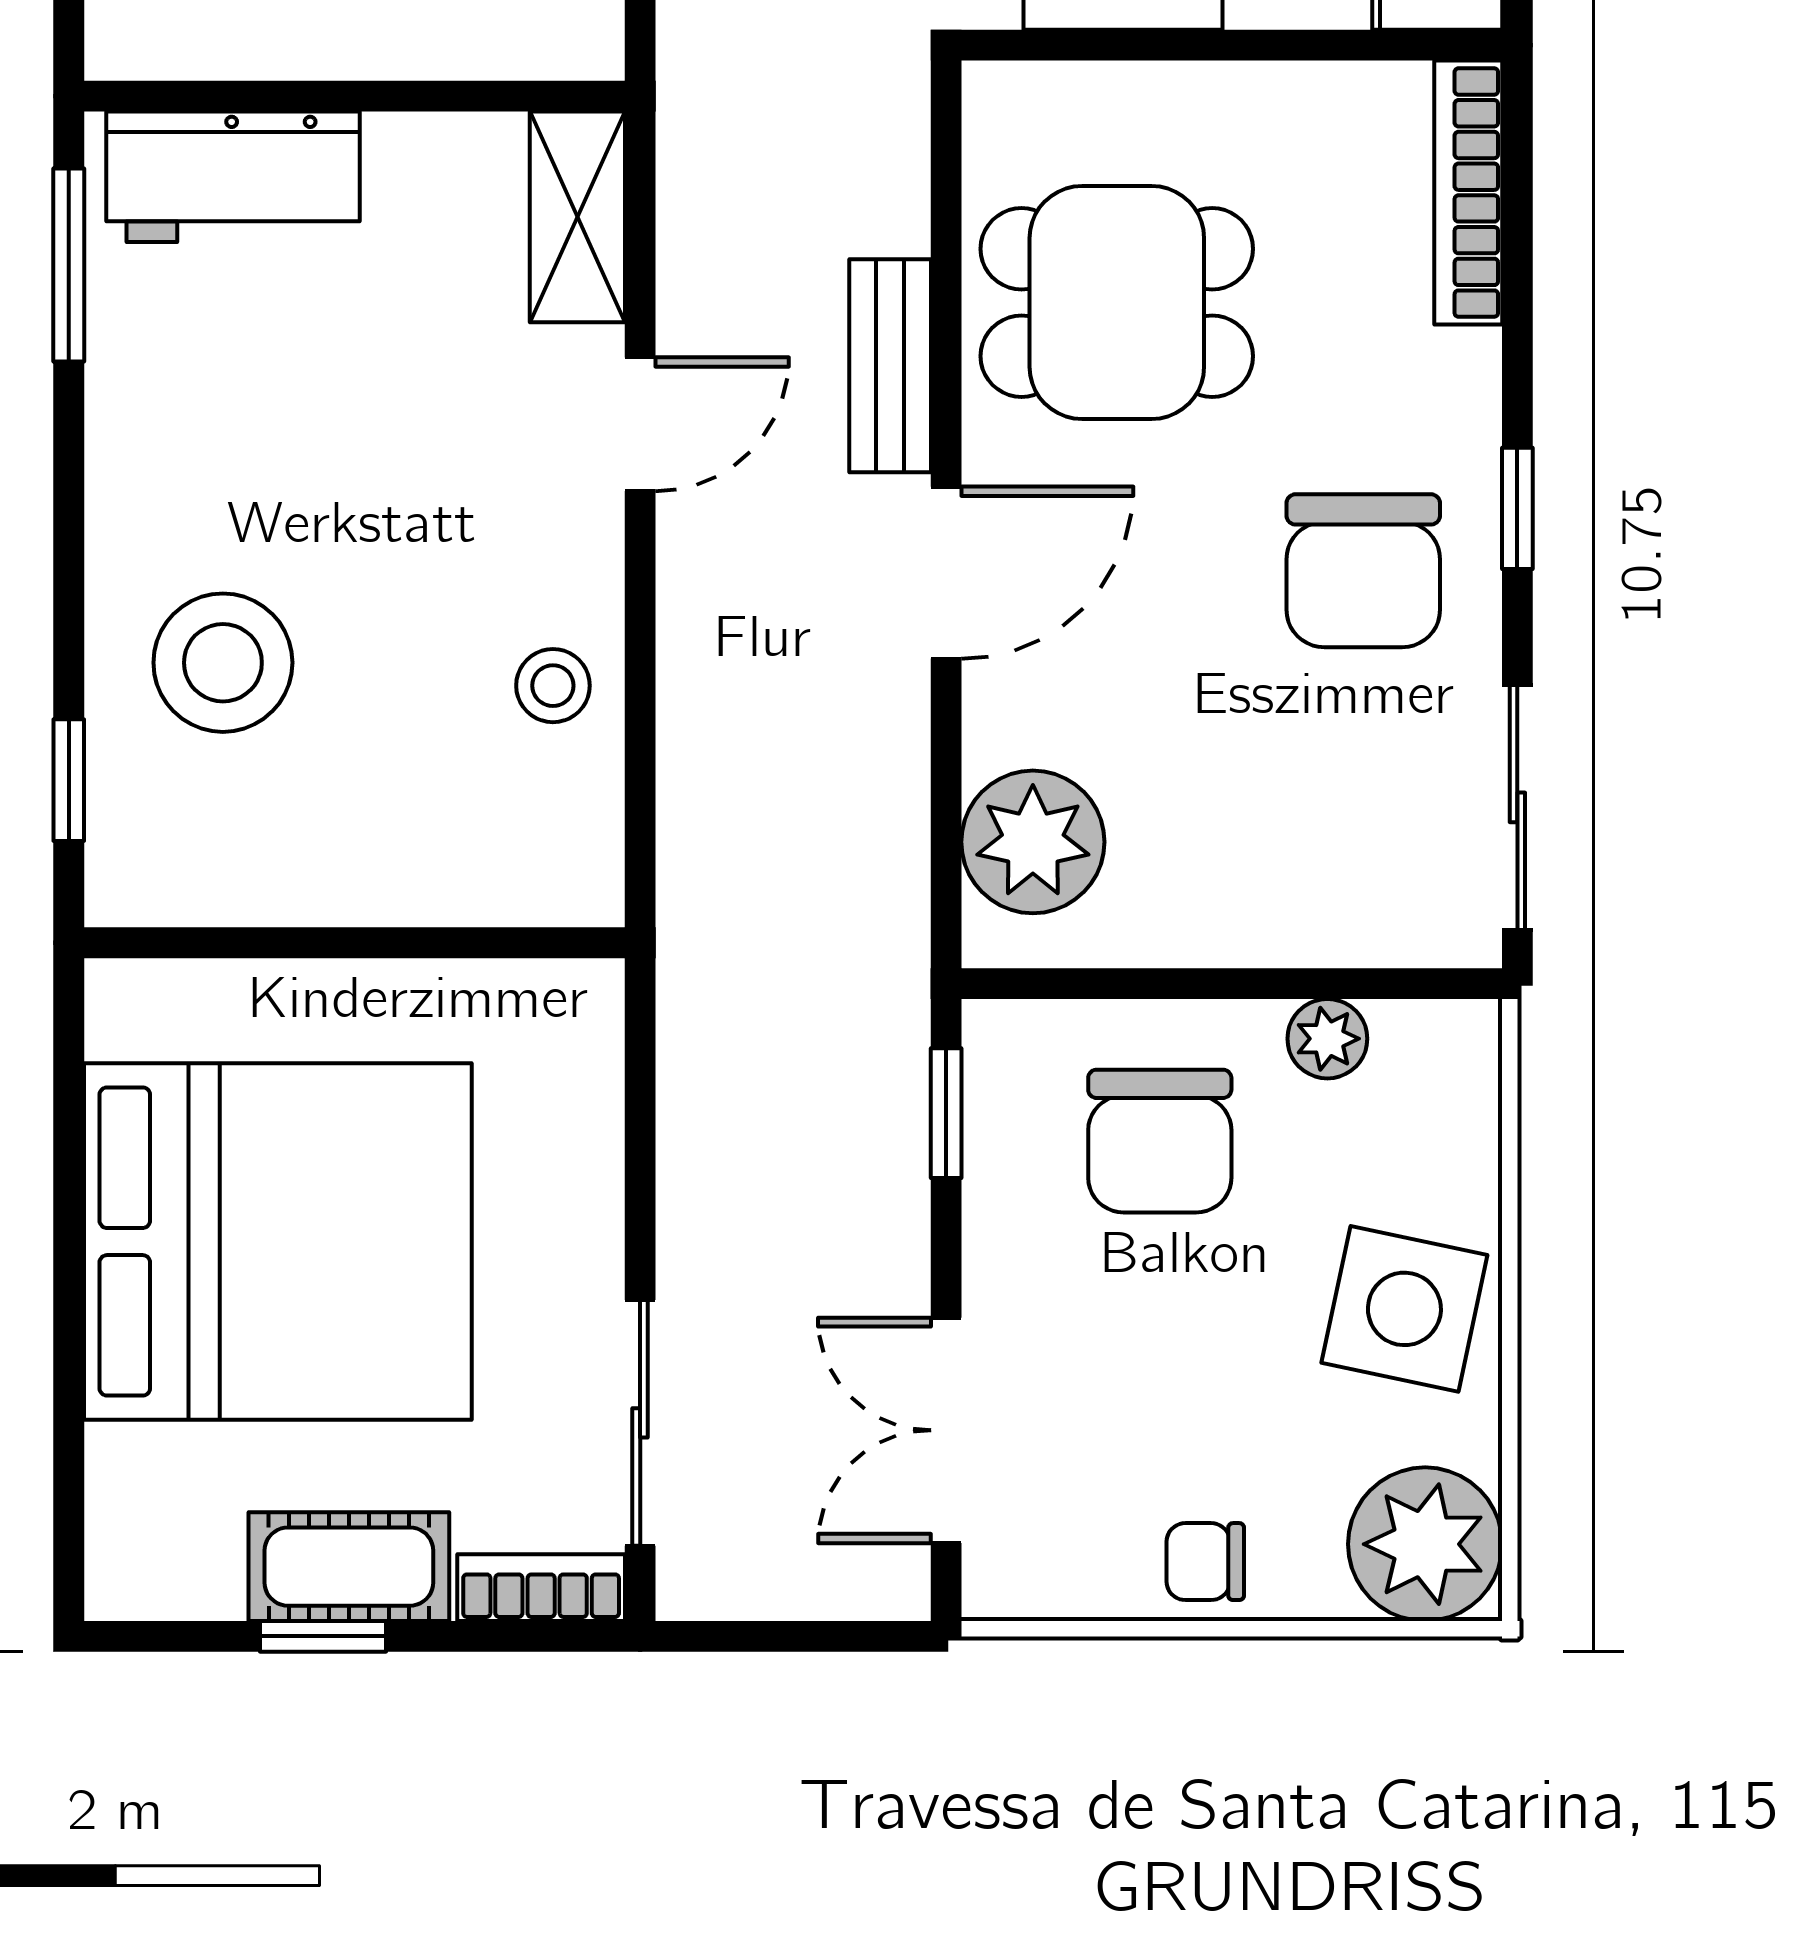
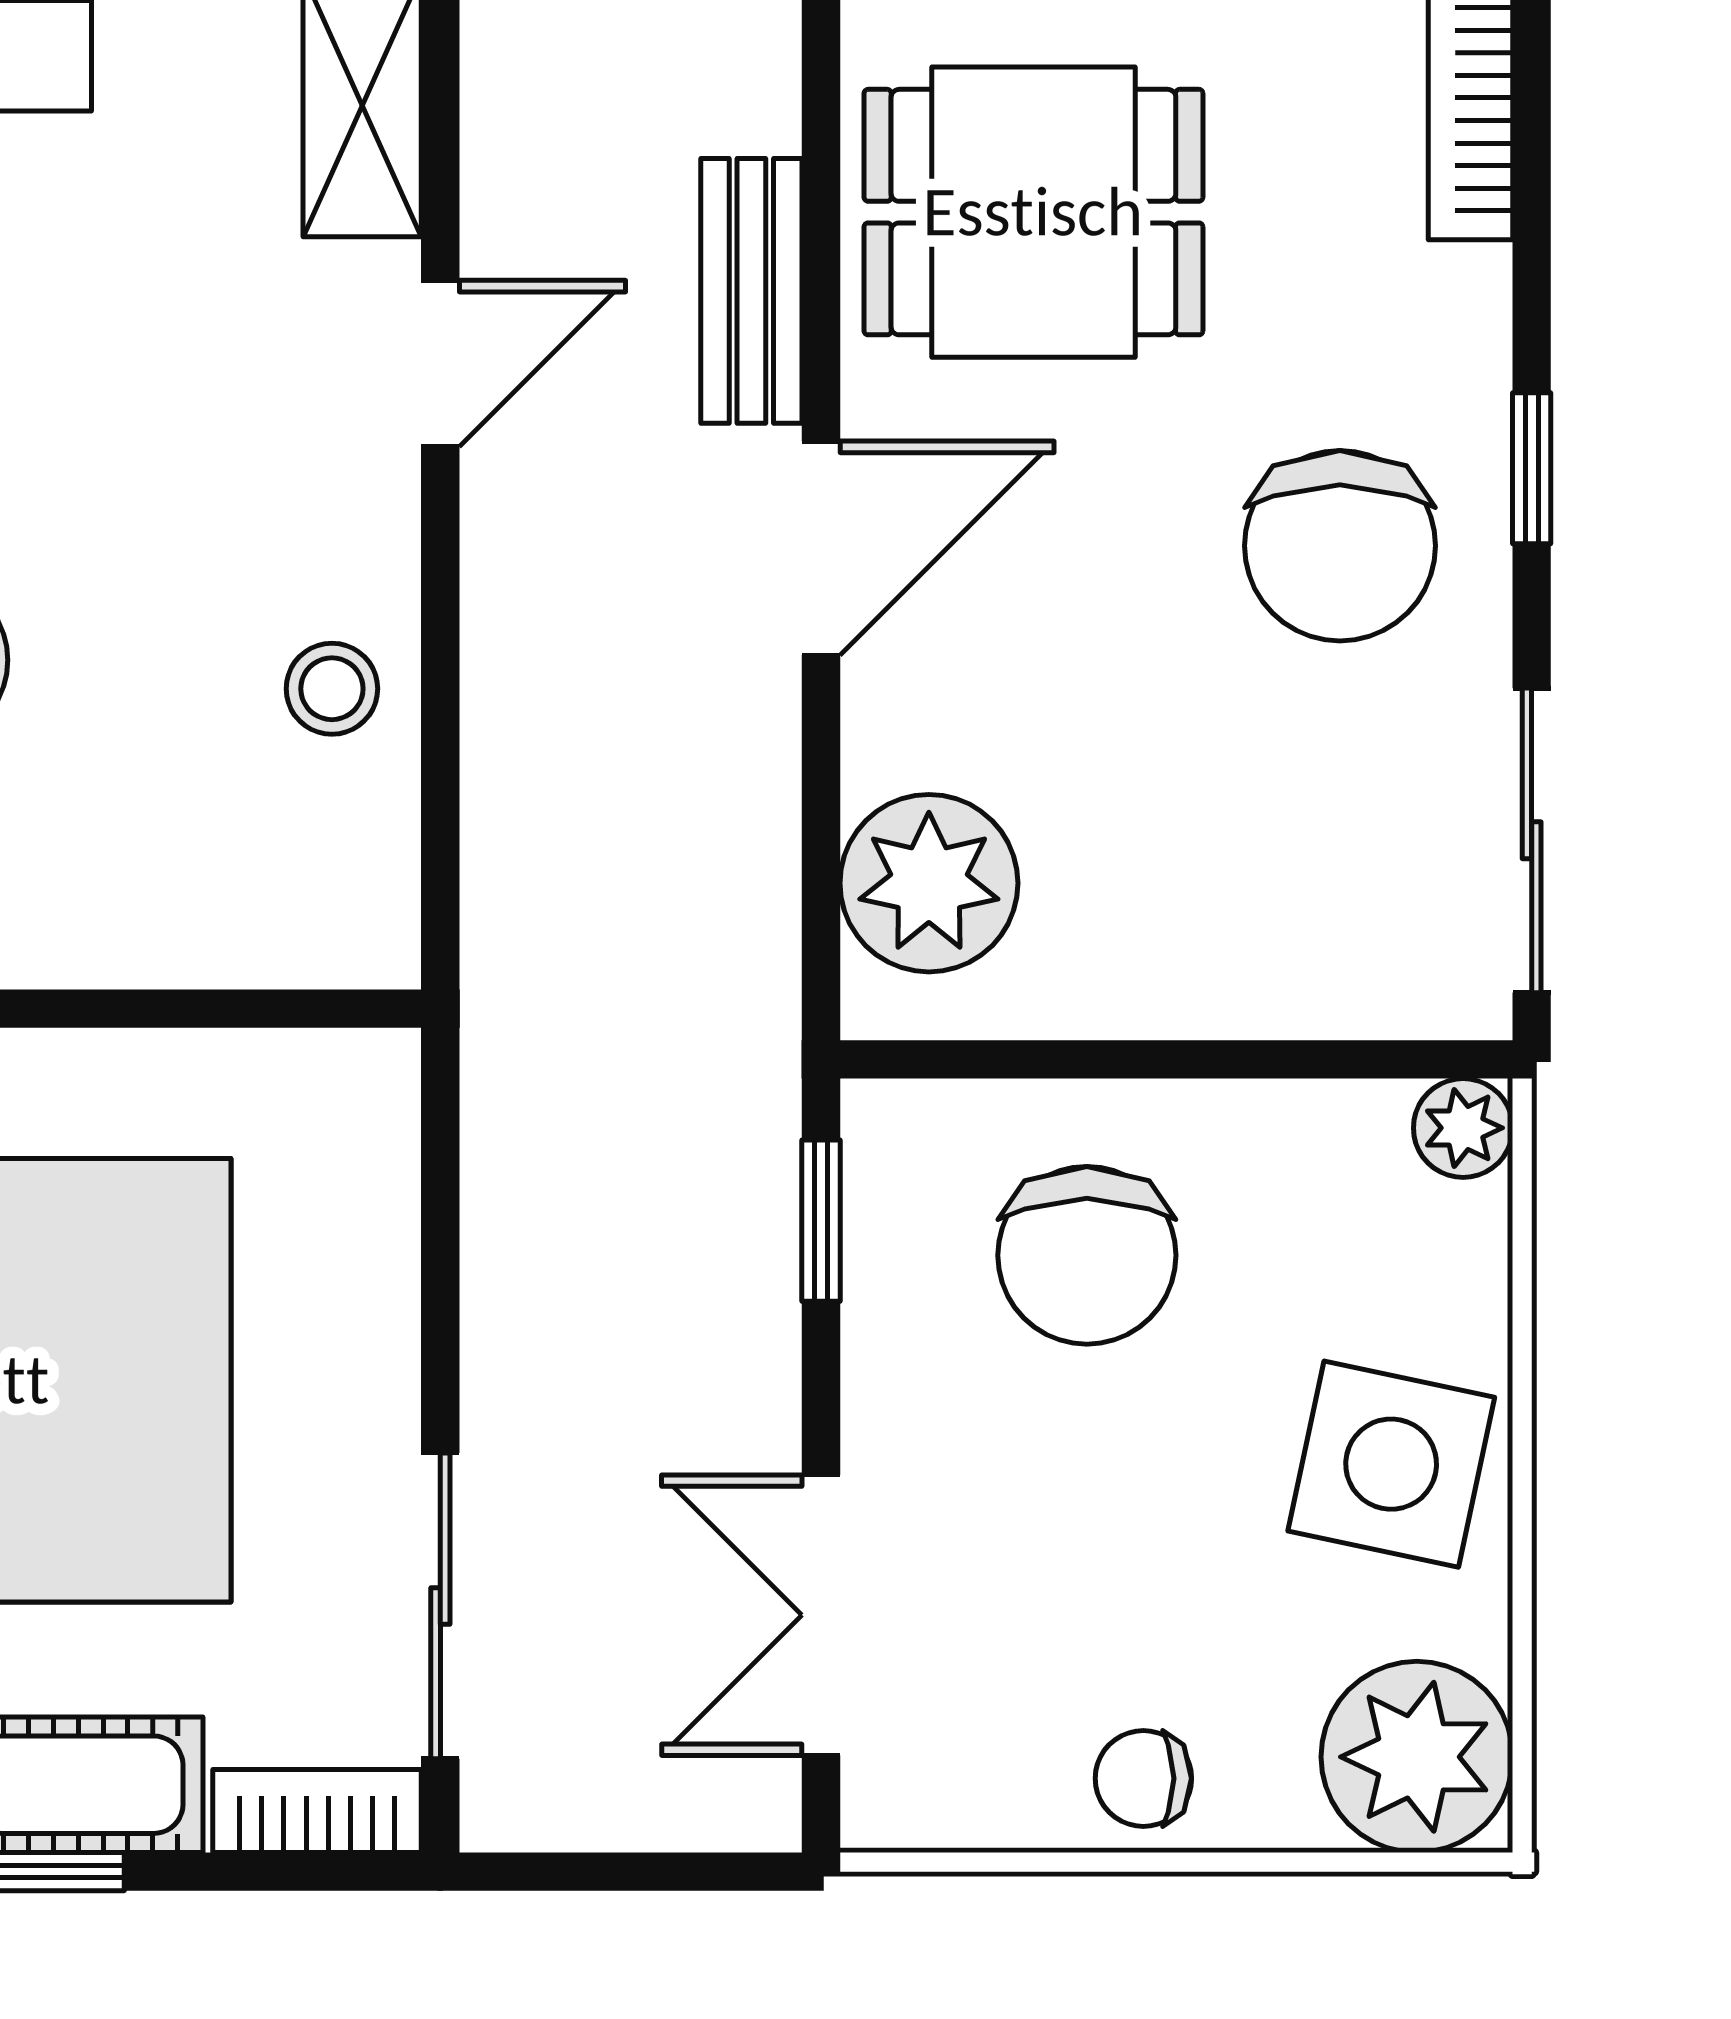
plant: (1327, 1039) -> (1463, 1128), moved

